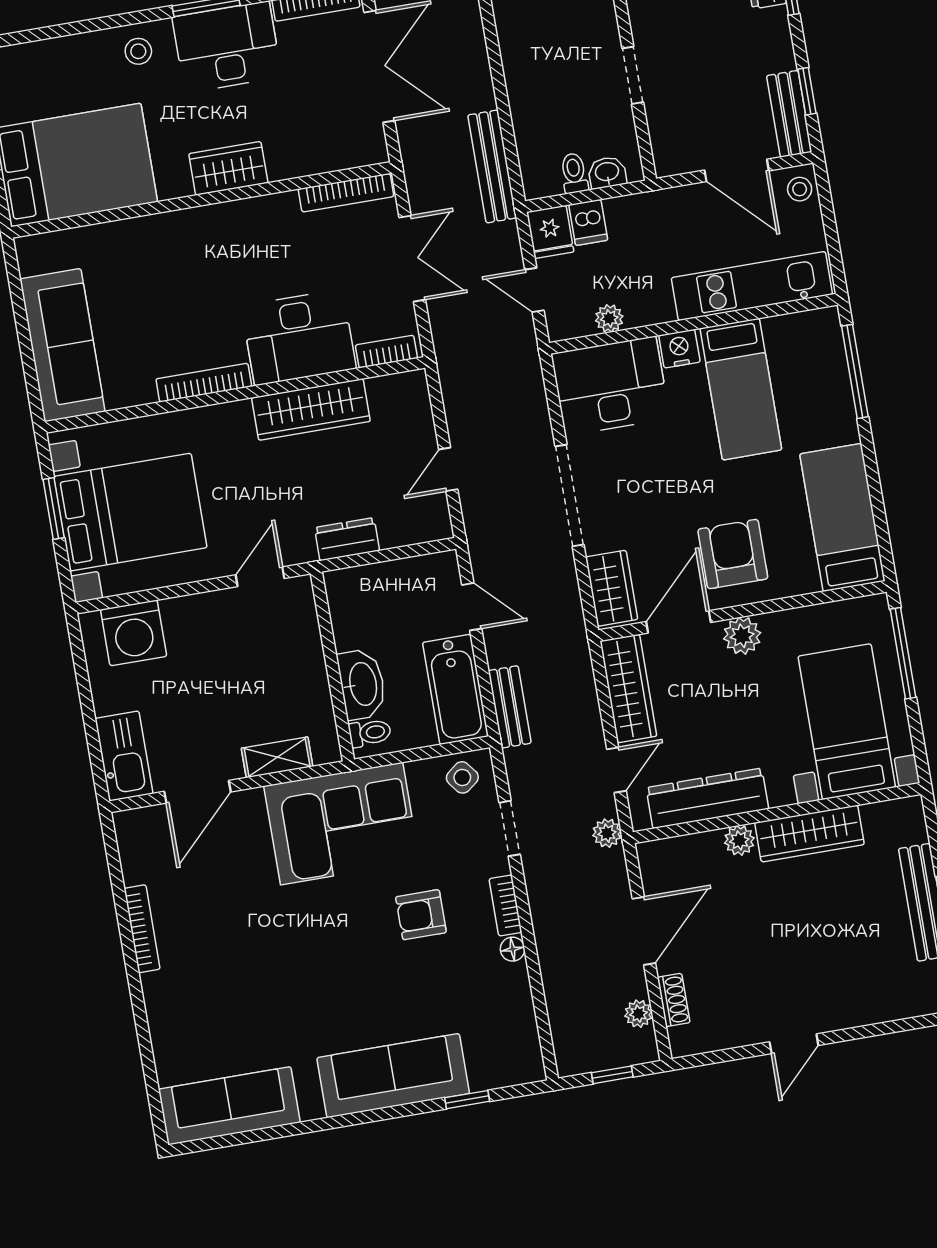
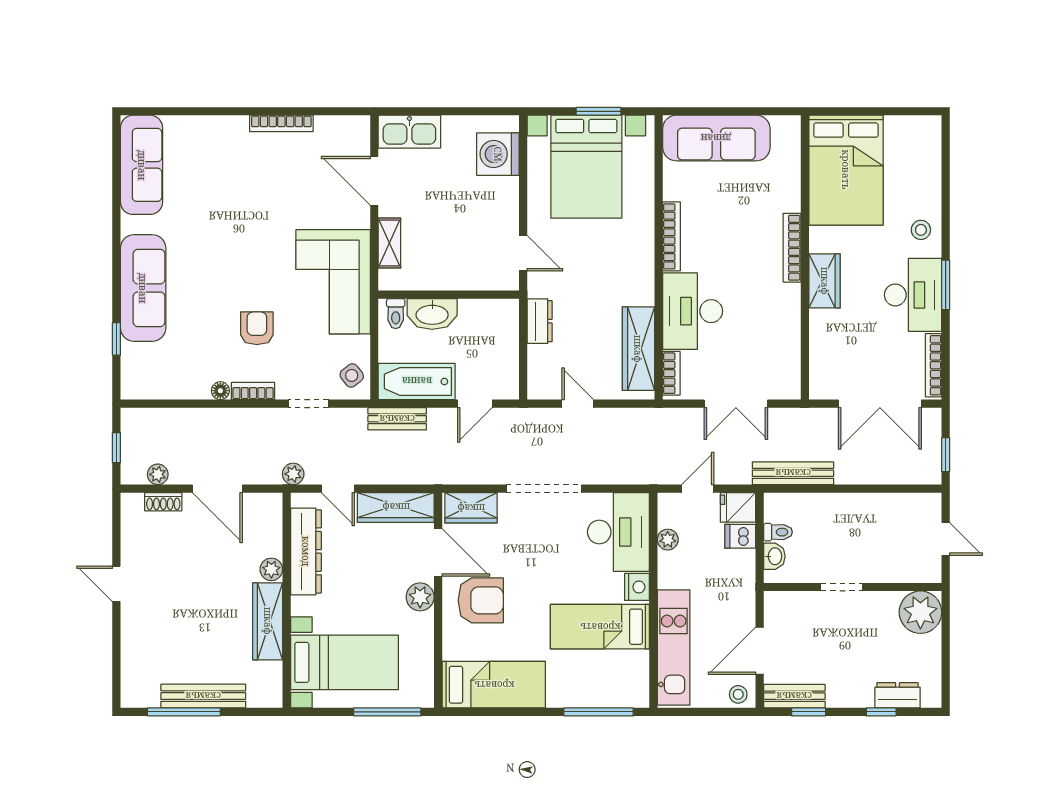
bookcase: (346, 193) -> (792, 248), moved
wardrobe: (311, 410) -> (638, 349), moved

